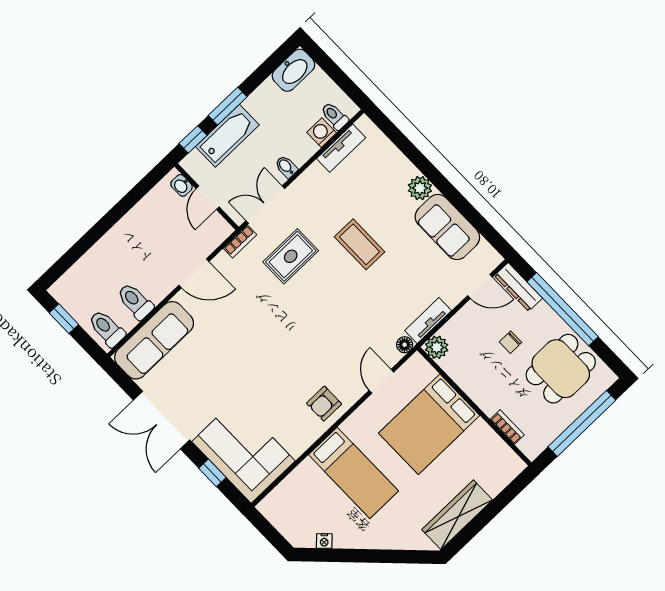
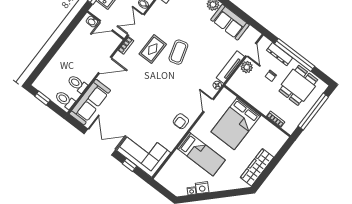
door: (208, 198) -> (106, 26), hinge flipped
coffee table: (360, 244) -> (178, 52), moved, turned 73
door: (480, 286) -> (251, 50), hinge flipped
dresser: (518, 287) -> (280, 54), moved
tv unit: (428, 321) -> (230, 67), width x1.41
plant: (437, 347) -> (247, 67), moved
double door: (161, 420) -> (100, 142), swing flipped
nightstand: (345, 538) -> (202, 188), added

